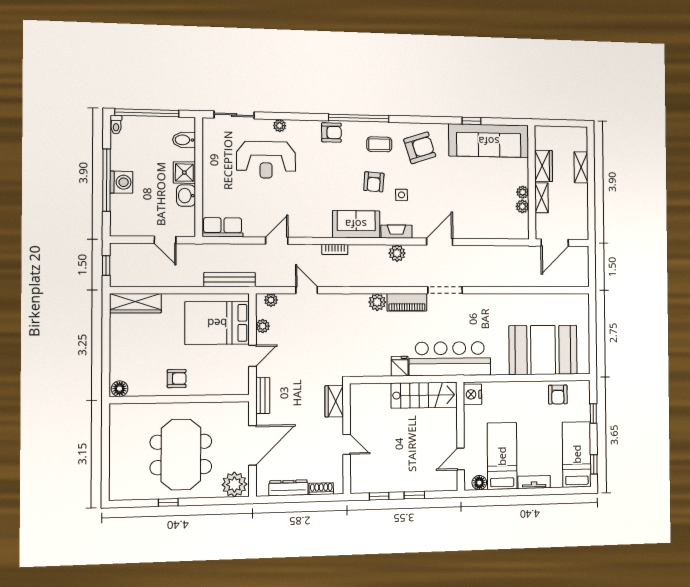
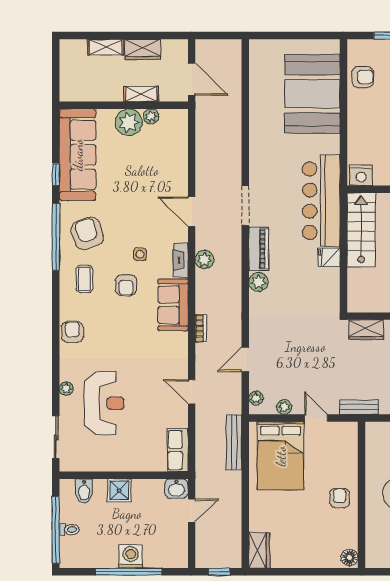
window: (359, 118) -> (56, 237), moved
toilet: (116, 125) -> (69, 530), moved
wardrobe: (543, 166) -> (143, 49), moved, turned 180
armchair: (374, 182) -> (126, 285), turned 86
plant: (523, 192) -> (129, 122), width x1.88, depth x1.88
washbasin: (186, 196) -> (176, 489), moved
wardrobe: (135, 303) -> (259, 550), width x0.67

